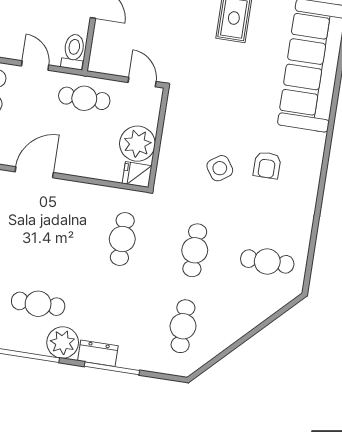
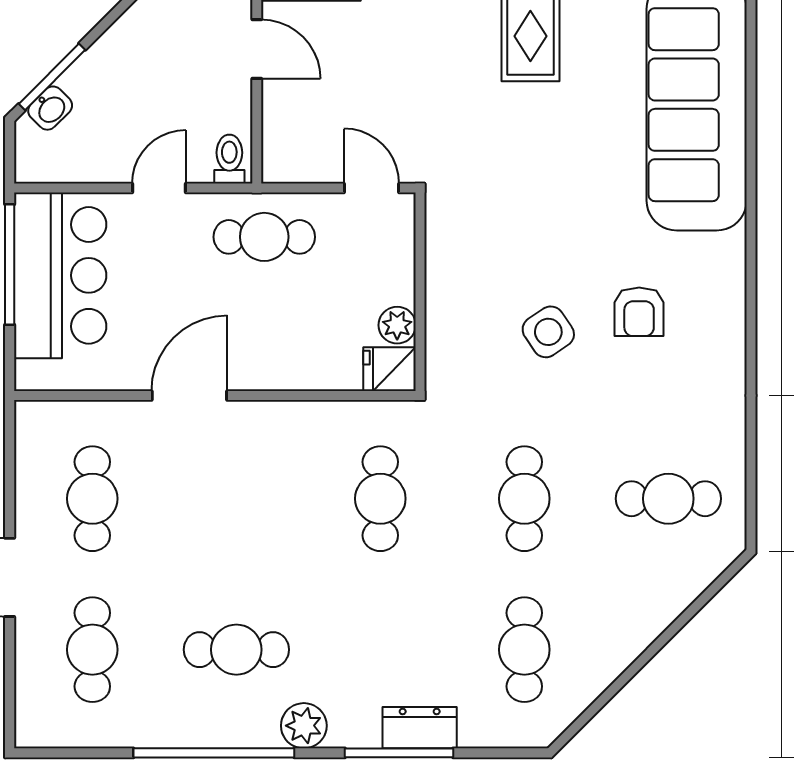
toilet: (74, 52) -> (229, 159), width x0.73, depth x0.72
door: (35, 65) -> (159, 188), hinge flipped
plant: (137, 144) -> (397, 325), width x0.53, depth x0.53
plant: (63, 343) -> (304, 726), width x0.73, depth x0.73
dresser: (98, 353) -> (420, 728), moved

